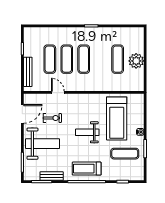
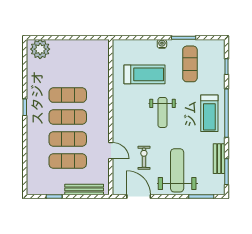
exercise mat: (118, 59) -> (68, 95), moved
plant: (136, 61) -> (40, 49), moved
door: (58, 92) -> (111, 151), swing flipped
treadmill: (117, 118) -> (145, 74), width x0.73, depth x0.73

